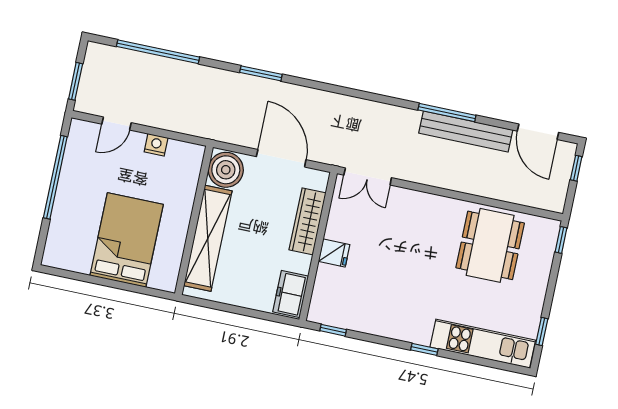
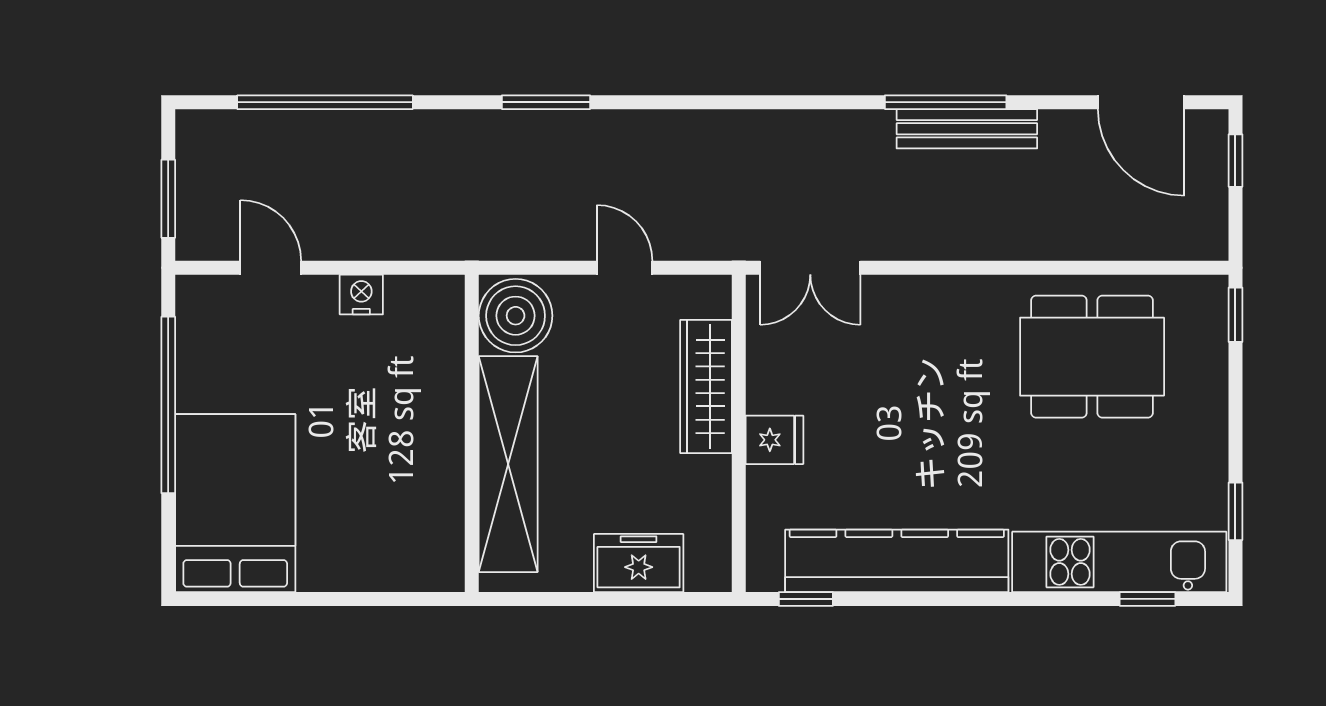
door: (116, 123) -> (271, 268), swing flipped
bench: (466, 132) -> (967, 129), width x0.73, depth x0.82
door: (281, 158) -> (625, 268), width x0.53
bed: (127, 240) -> (235, 503), moved
dining table: (490, 245) -> (1092, 357), turned 90
freezer: (291, 294) -> (639, 563), moved, turned 90
kitchen counter: (379, 321) -> (897, 561), added
window: (424, 349) -> (1148, 599), moved

